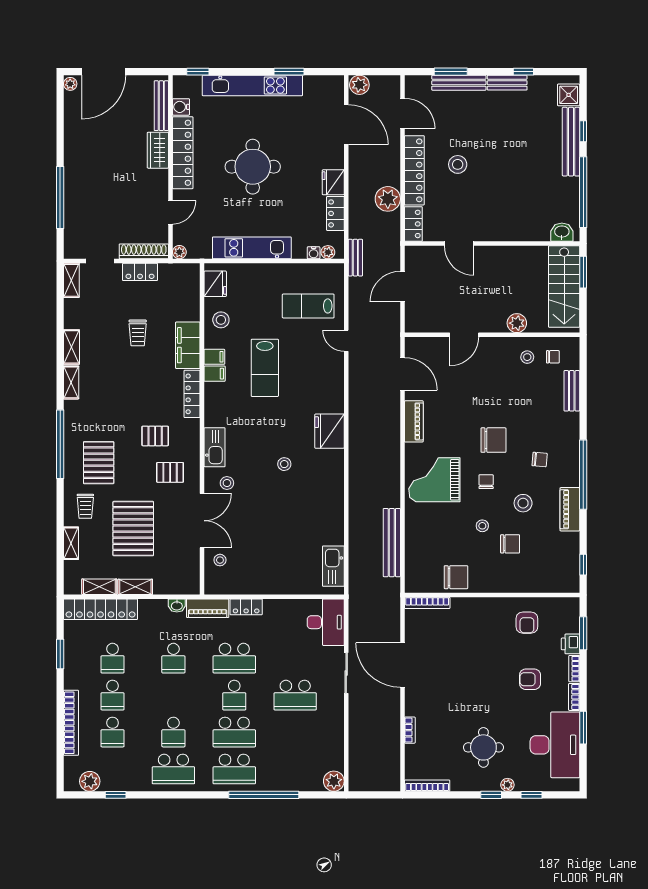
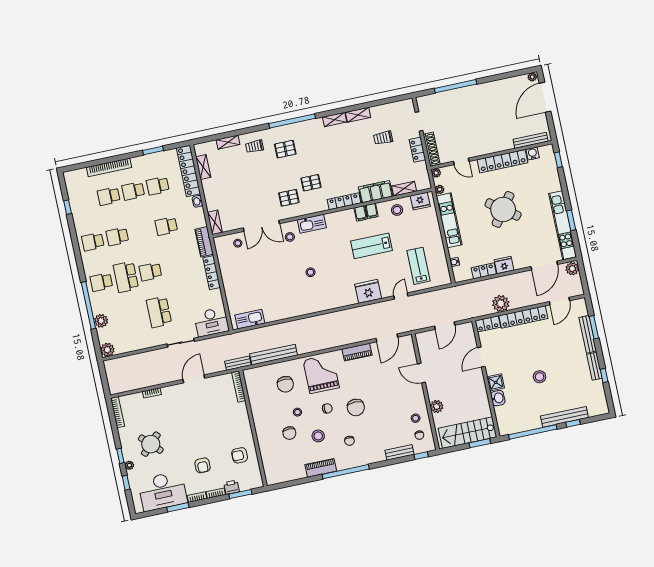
door: (104, 72) -> (545, 97), hinge flipped
kitchen unit: (252, 85) -> (563, 225), moved
shower: (569, 95) -> (496, 382), moved
wardrobe: (158, 150) -> (501, 144), removed
stool: (458, 164) -> (540, 377), moved
round table: (253, 167) -> (503, 209), turned 36
washbasin: (562, 232) -> (498, 398), moved
plant: (328, 252) -> (440, 189), moved
bench: (355, 258) -> (238, 363), moved
shelving: (71, 280) -> (404, 189), moved
door: (402, 287) -> (445, 326), swing flipped
trolley: (138, 333) -> (383, 138), moved
fridge: (329, 431) -> (368, 291), moved
pallet: (155, 436) -> (311, 183), turned 90
pallet: (99, 463) -> (285, 149), width x0.67, depth x0.71
pallet: (170, 472) -> (289, 198), turned 90
pallet: (133, 529) -> (246, 181), removed
window: (583, 565) -> (421, 456), moved
chair: (456, 577) -> (285, 384), moved
shelving: (135, 587) -> (215, 222), moved
washbasin: (177, 606) -> (197, 201), moved
locker: (246, 607) -> (212, 273), width x1.53
school desk: (234, 658) -> (175, 266), removed
door: (402, 665) -> (194, 379), width x0.73
armchair: (530, 679) -> (203, 465), turned 180
round table: (483, 747) -> (151, 444), turned 45
school desk: (173, 769) -> (93, 242), width x0.54
school desk: (234, 769) -> (101, 282), width x0.54
plant: (90, 781) -> (101, 321), moved

